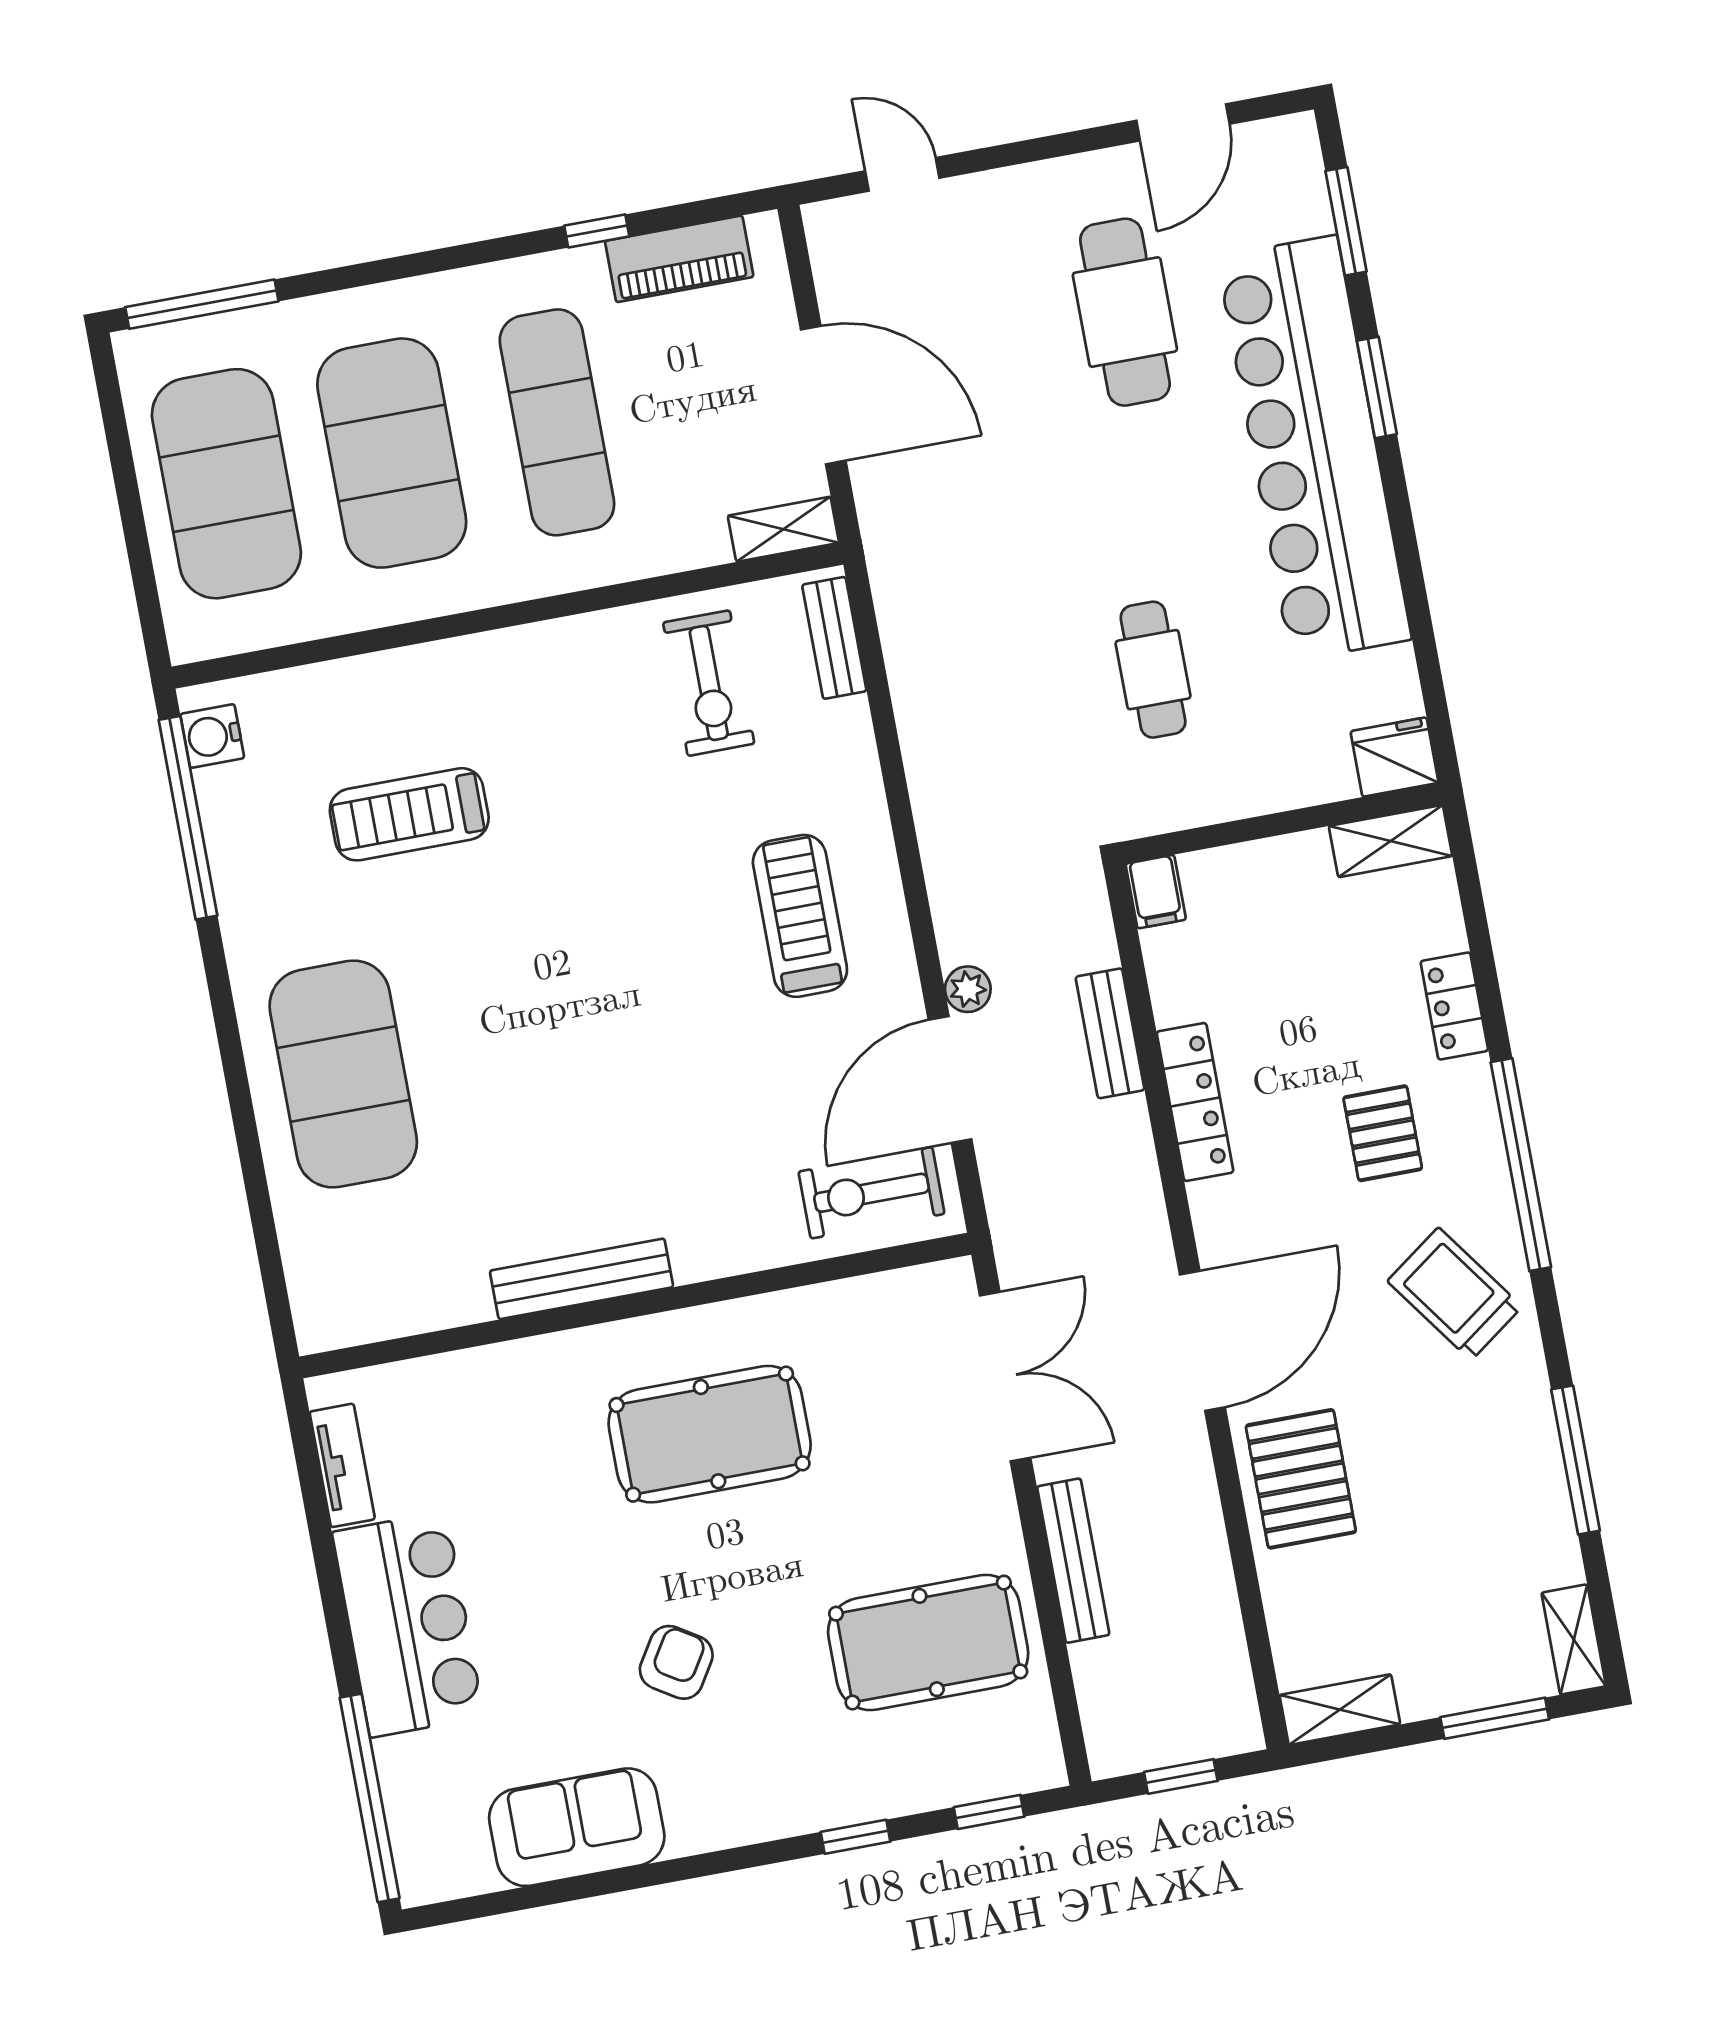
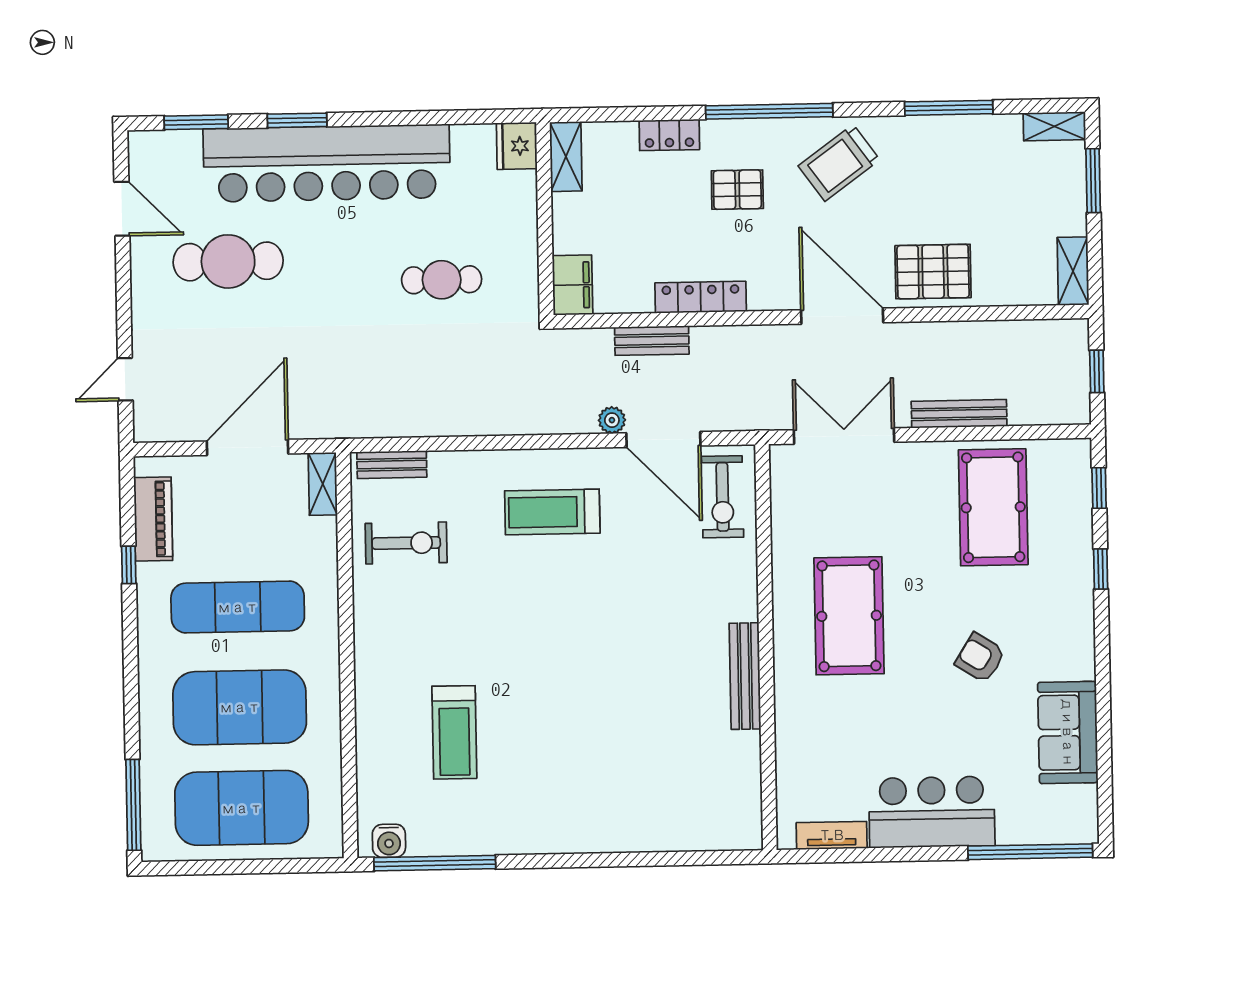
filing cabinet: (1156, 892) -> (572, 285), width x2.00
exercise mat: (343, 1074) -> (601, 797), removed

